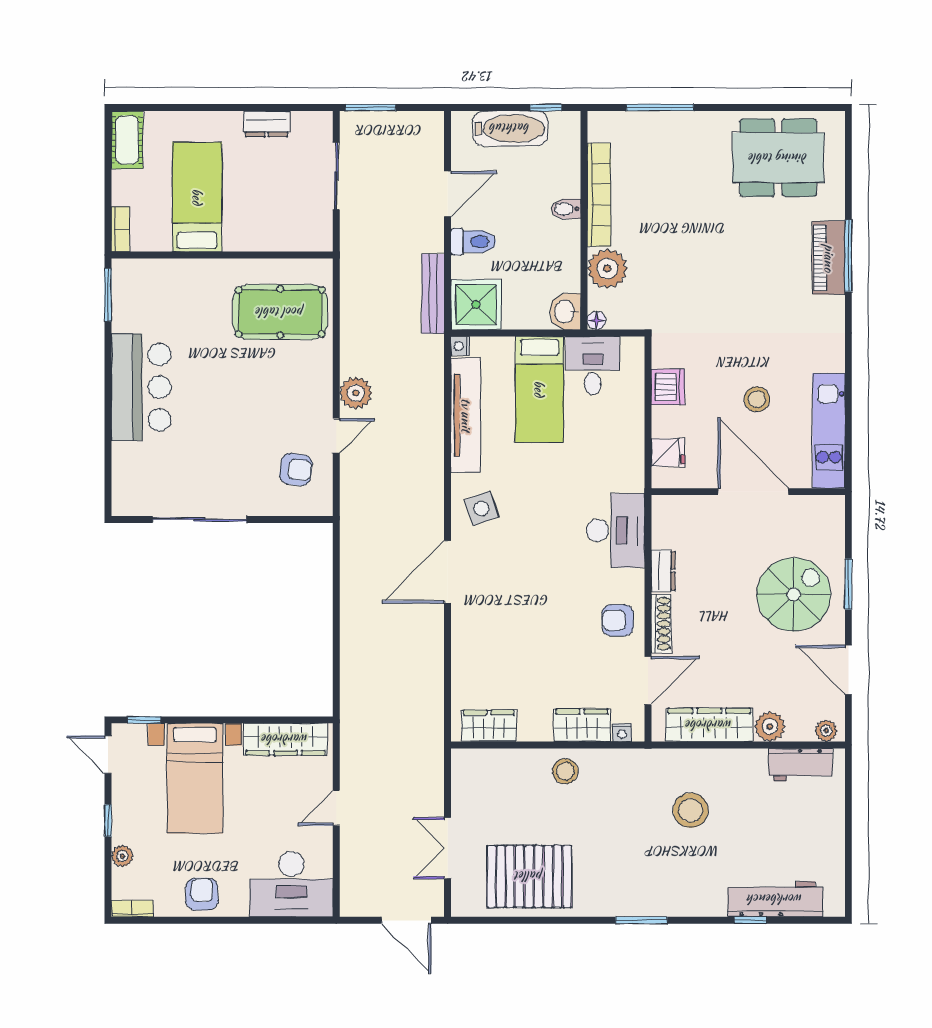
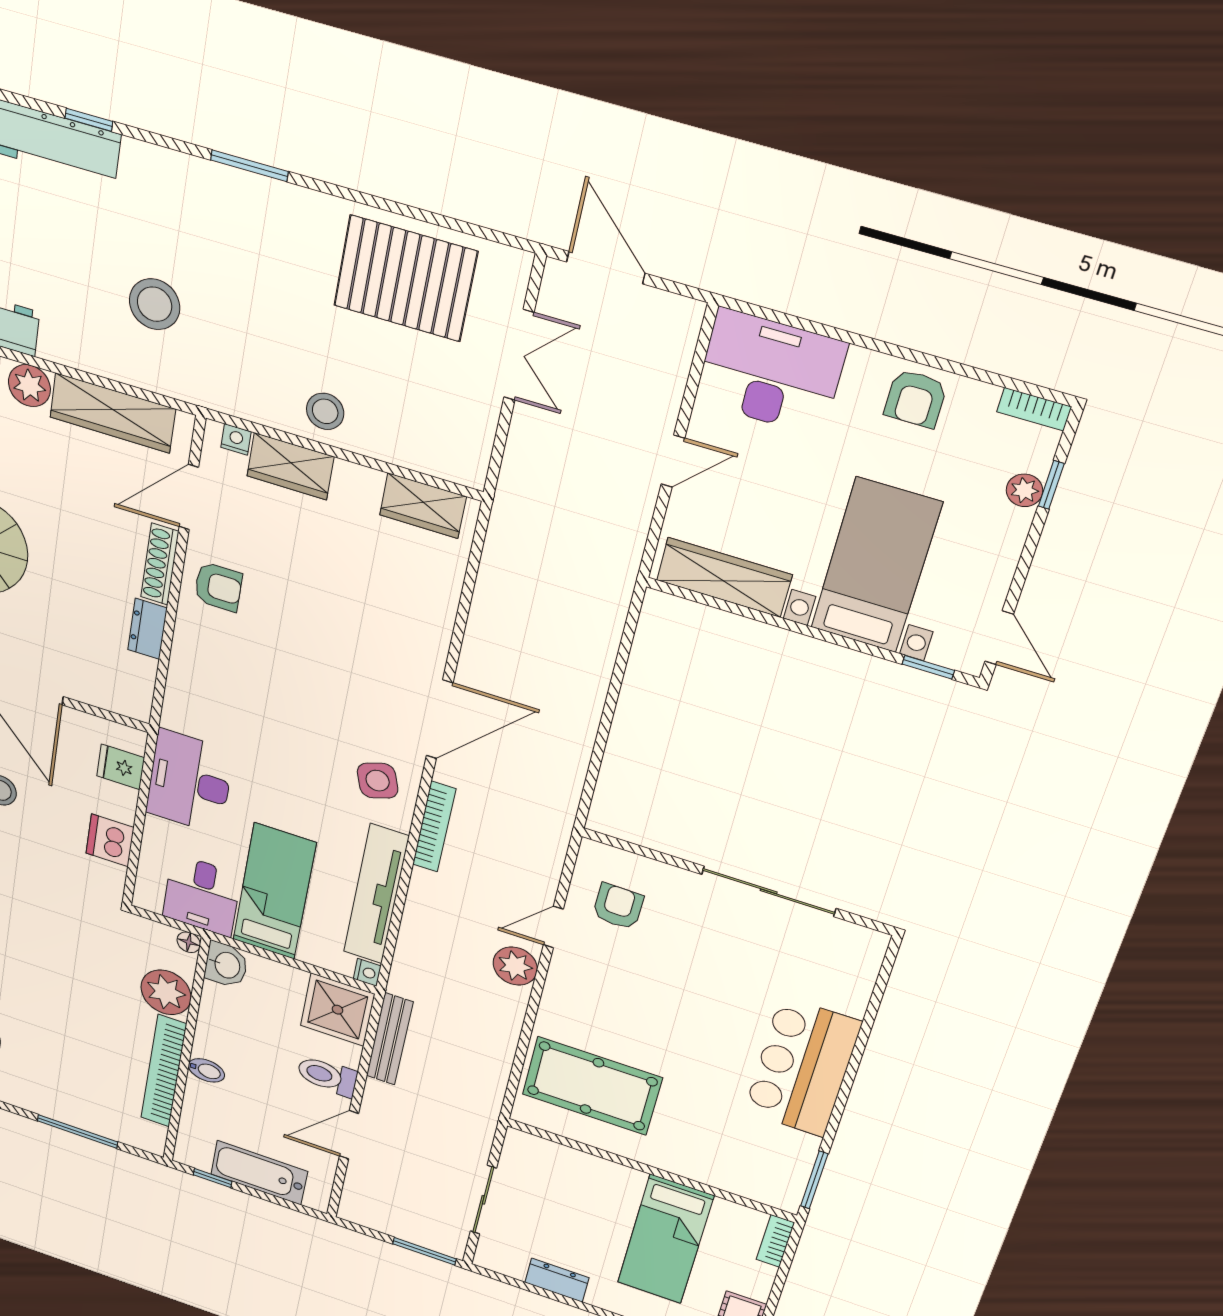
armchair: (296, 469) -> (618, 906), turned 83
bookcase: (435, 486) -> (434, 827), added
desk: (615, 530) -> (190, 782), moved
window: (108, 820) -> (1051, 485), moved

